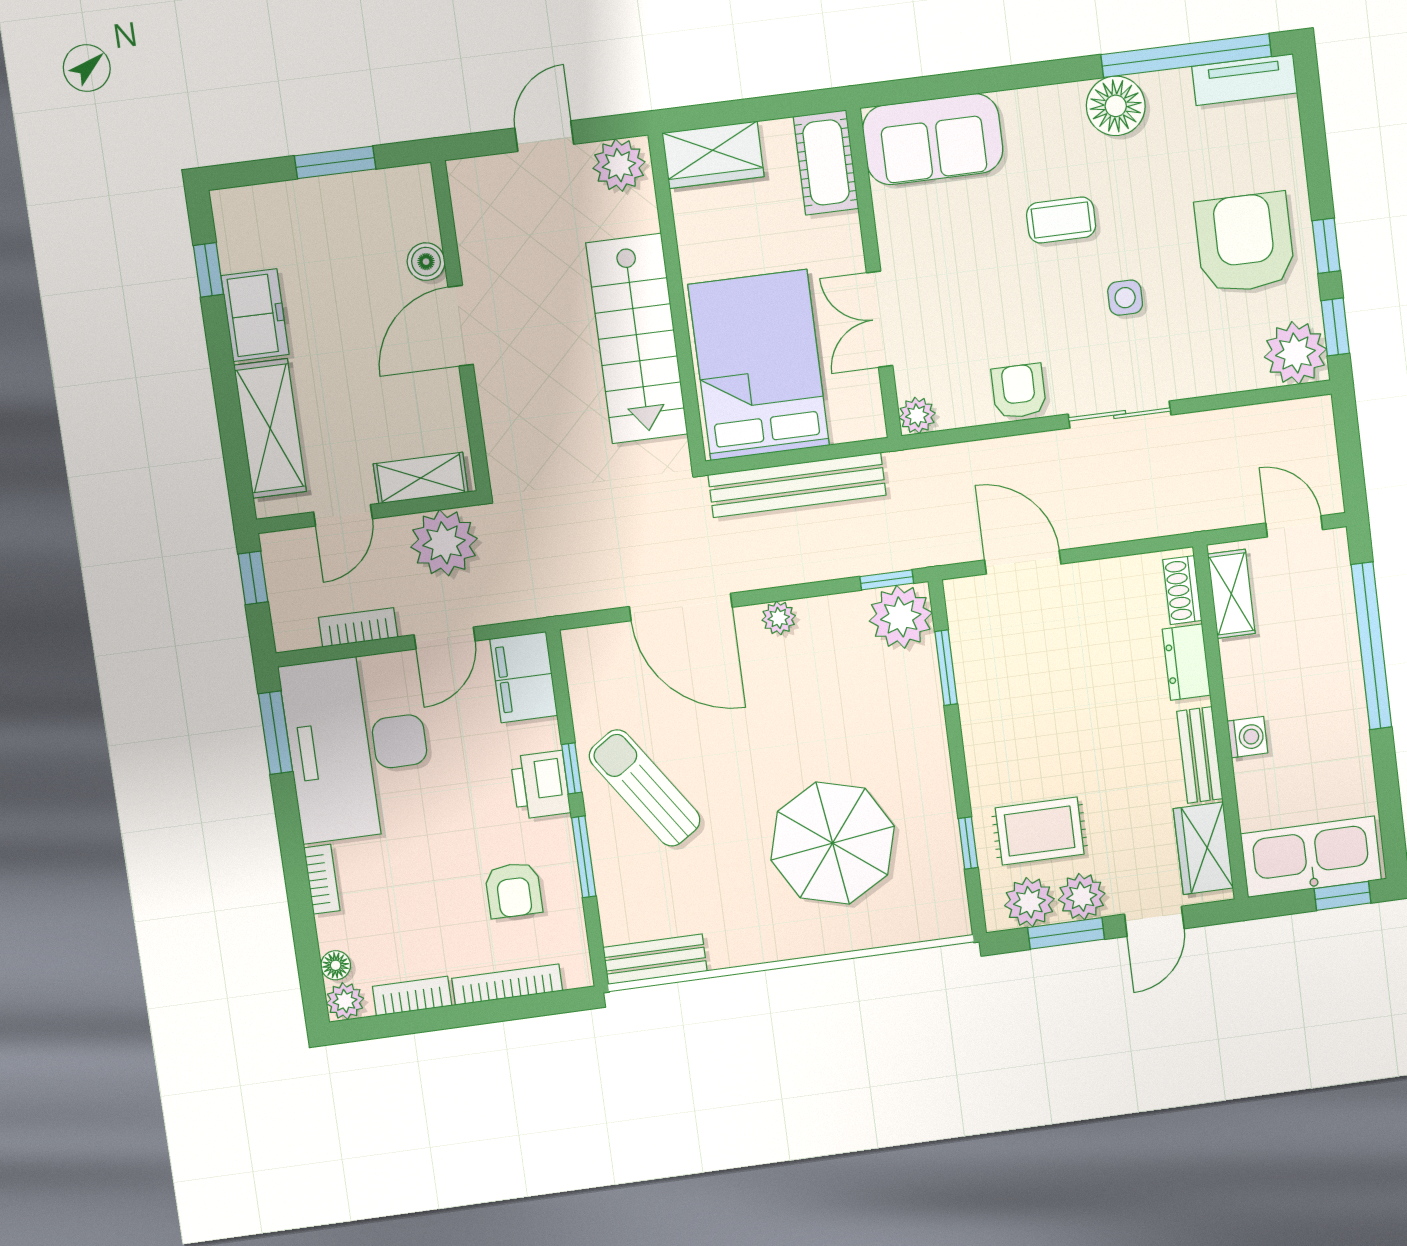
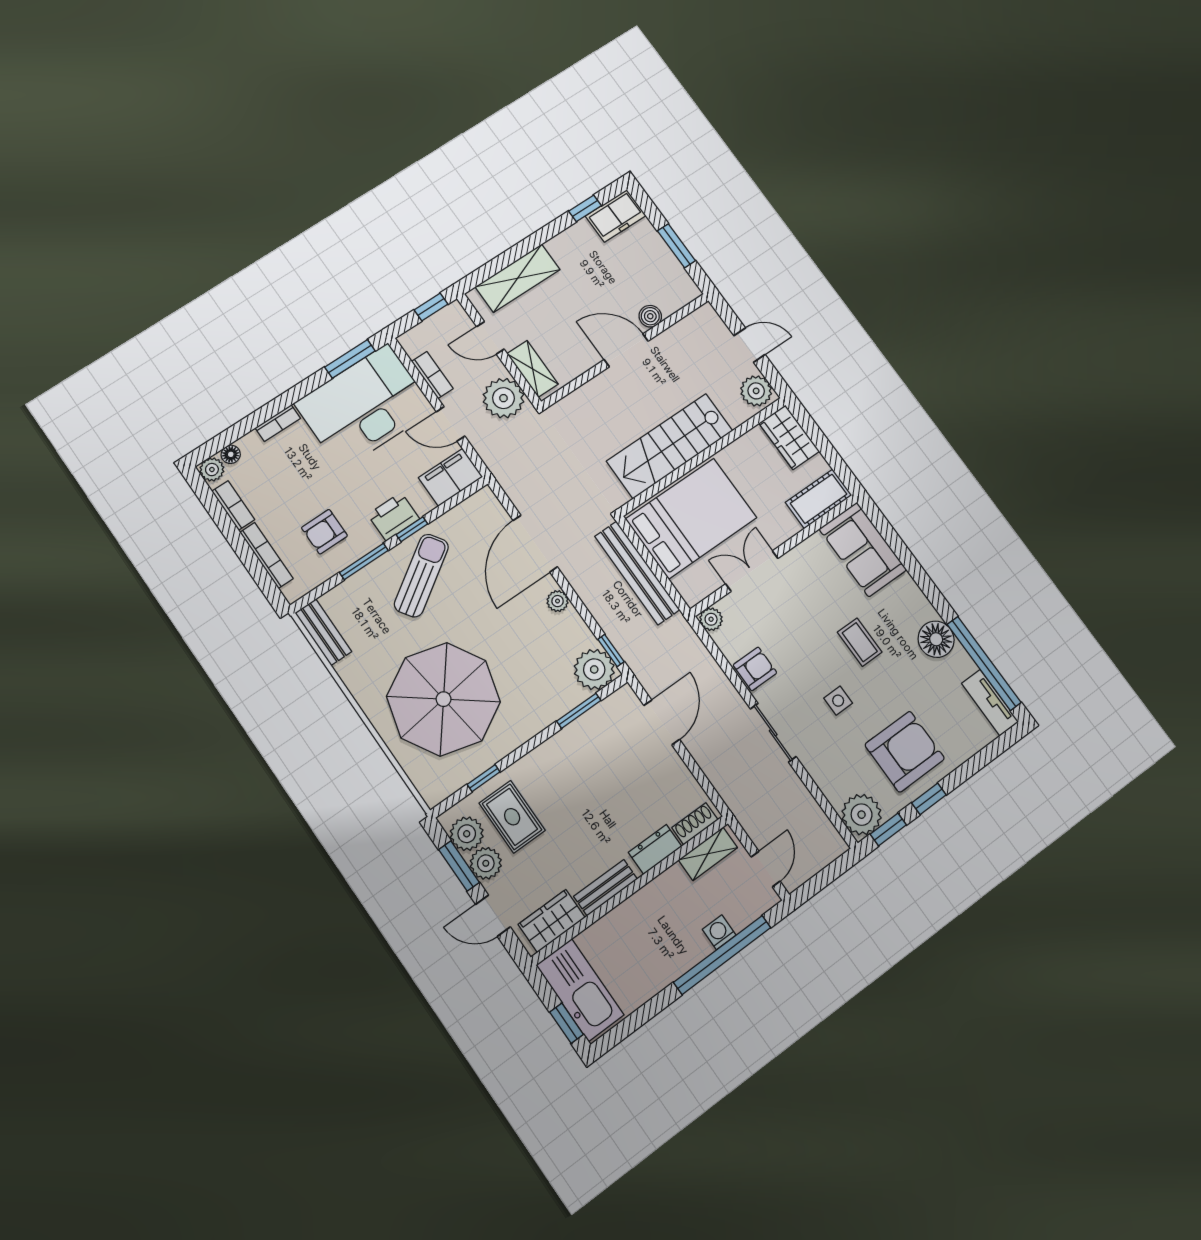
freezer: (255, 315) -> (616, 216), moved
washing machine: (1248, 737) -> (719, 932), moved, turned 180
parasol: (833, 843) -> (444, 699), width x1.36, depth x1.36

